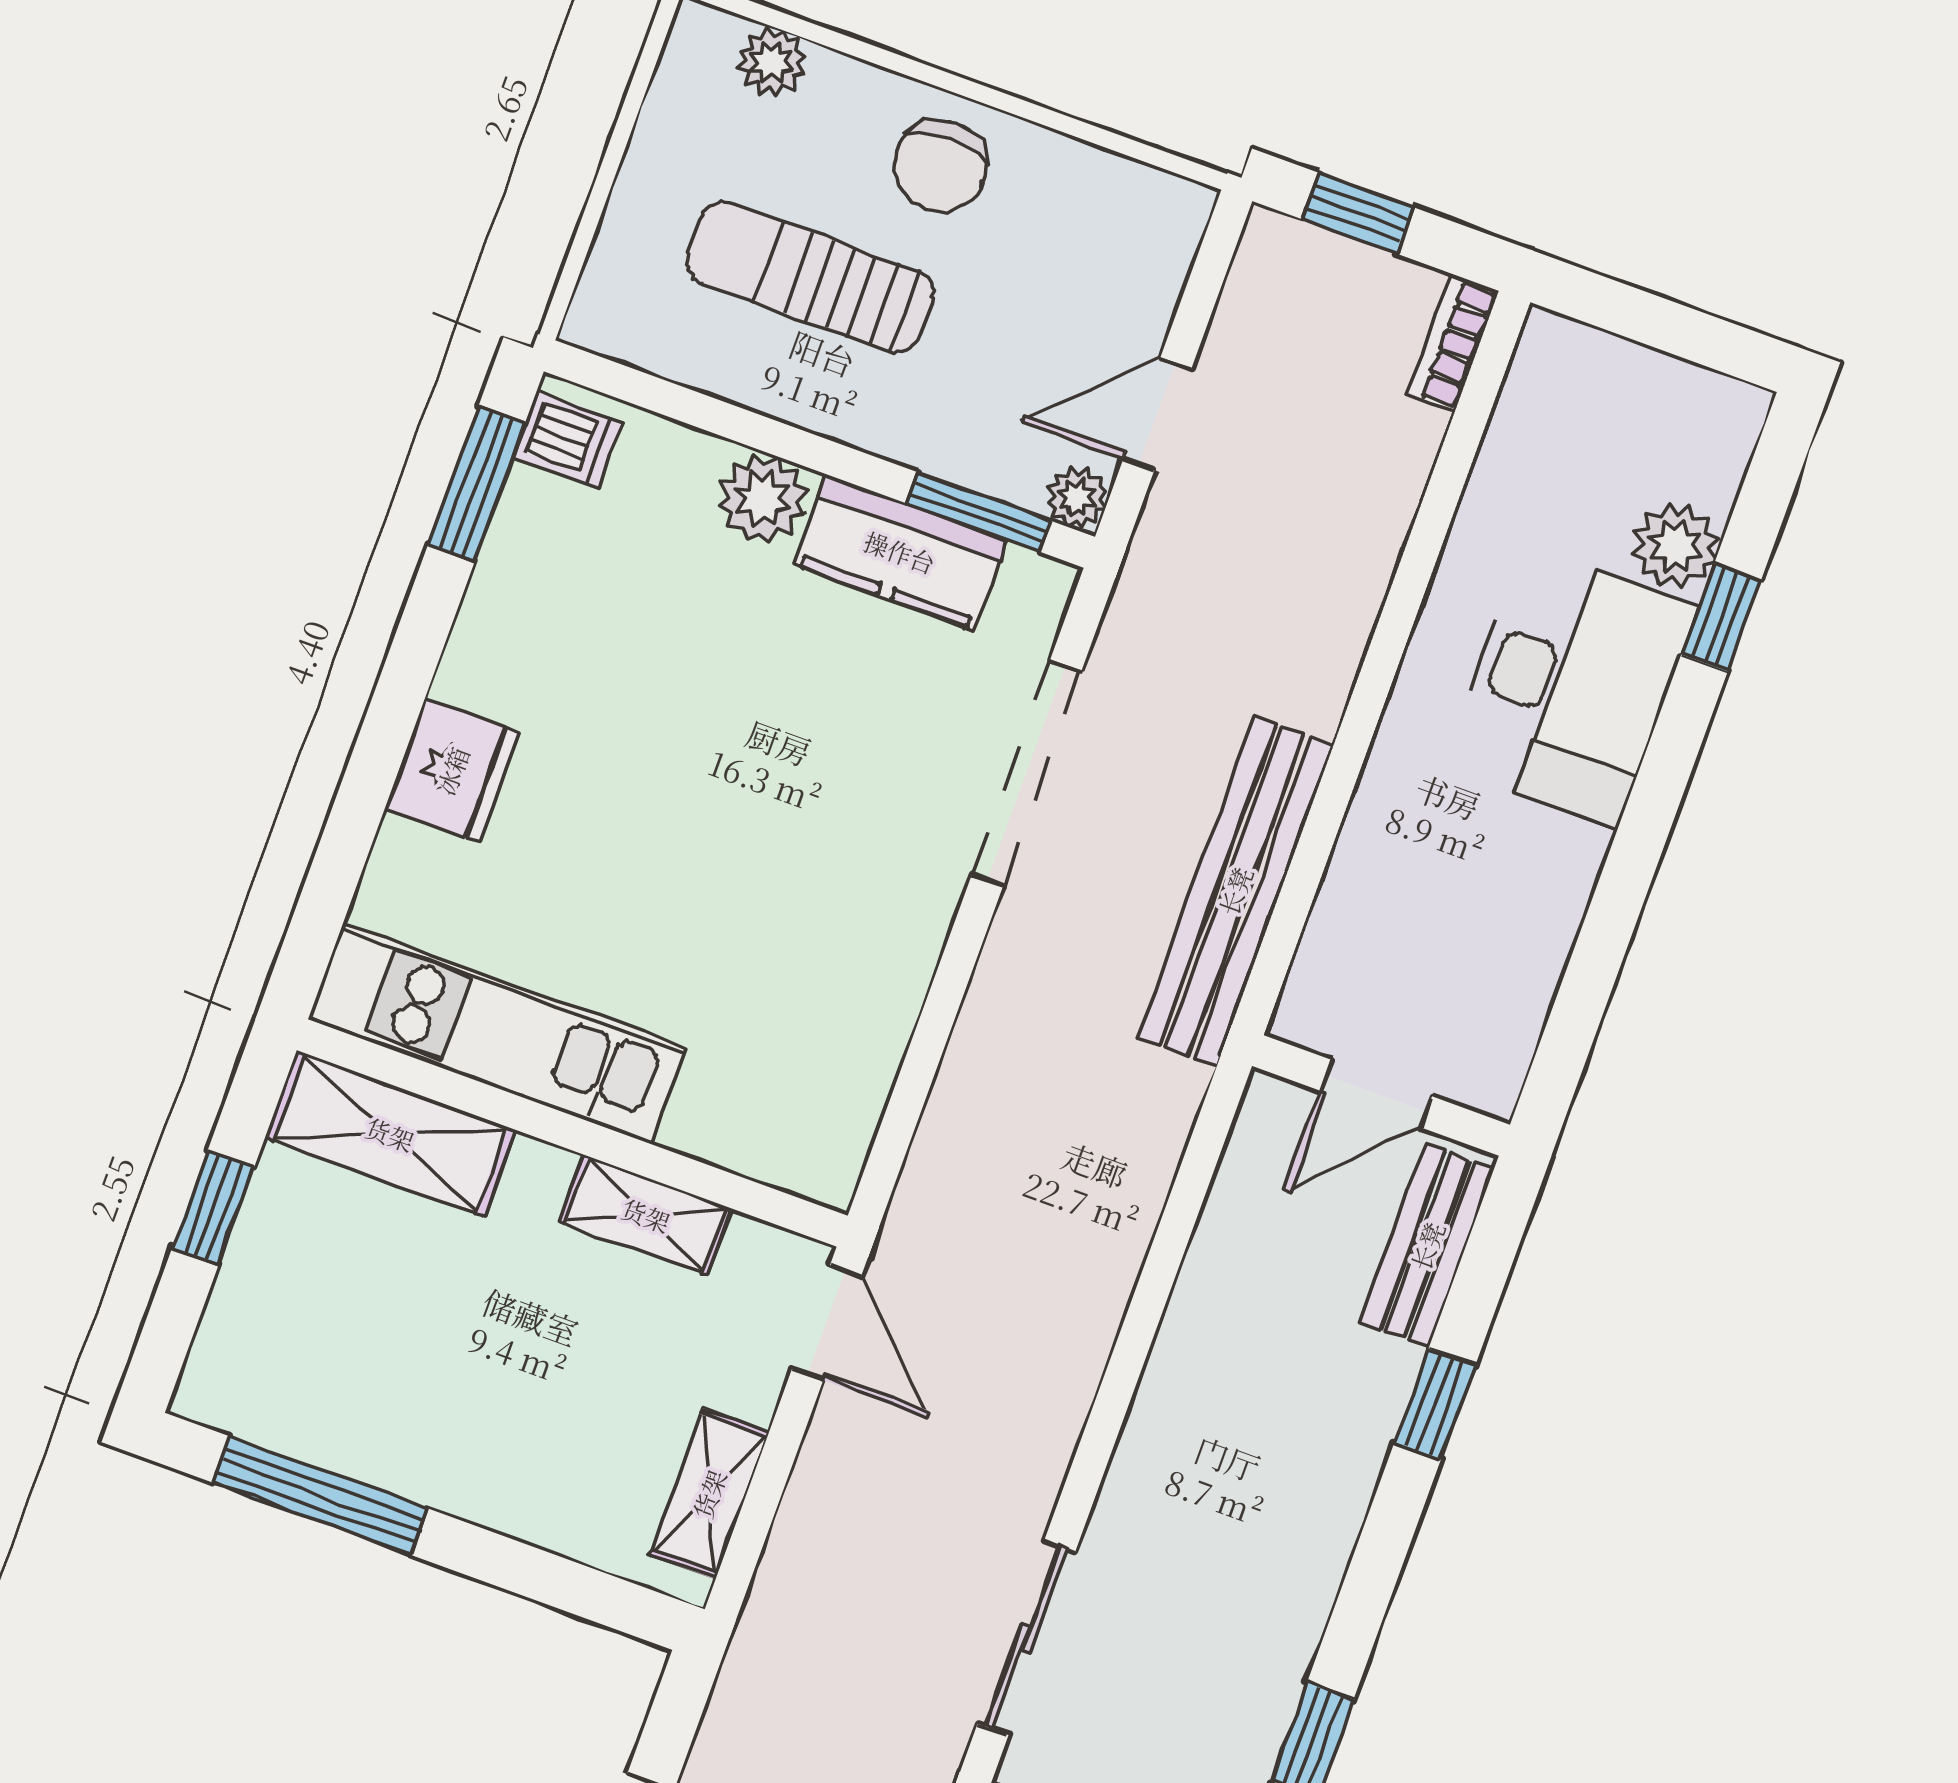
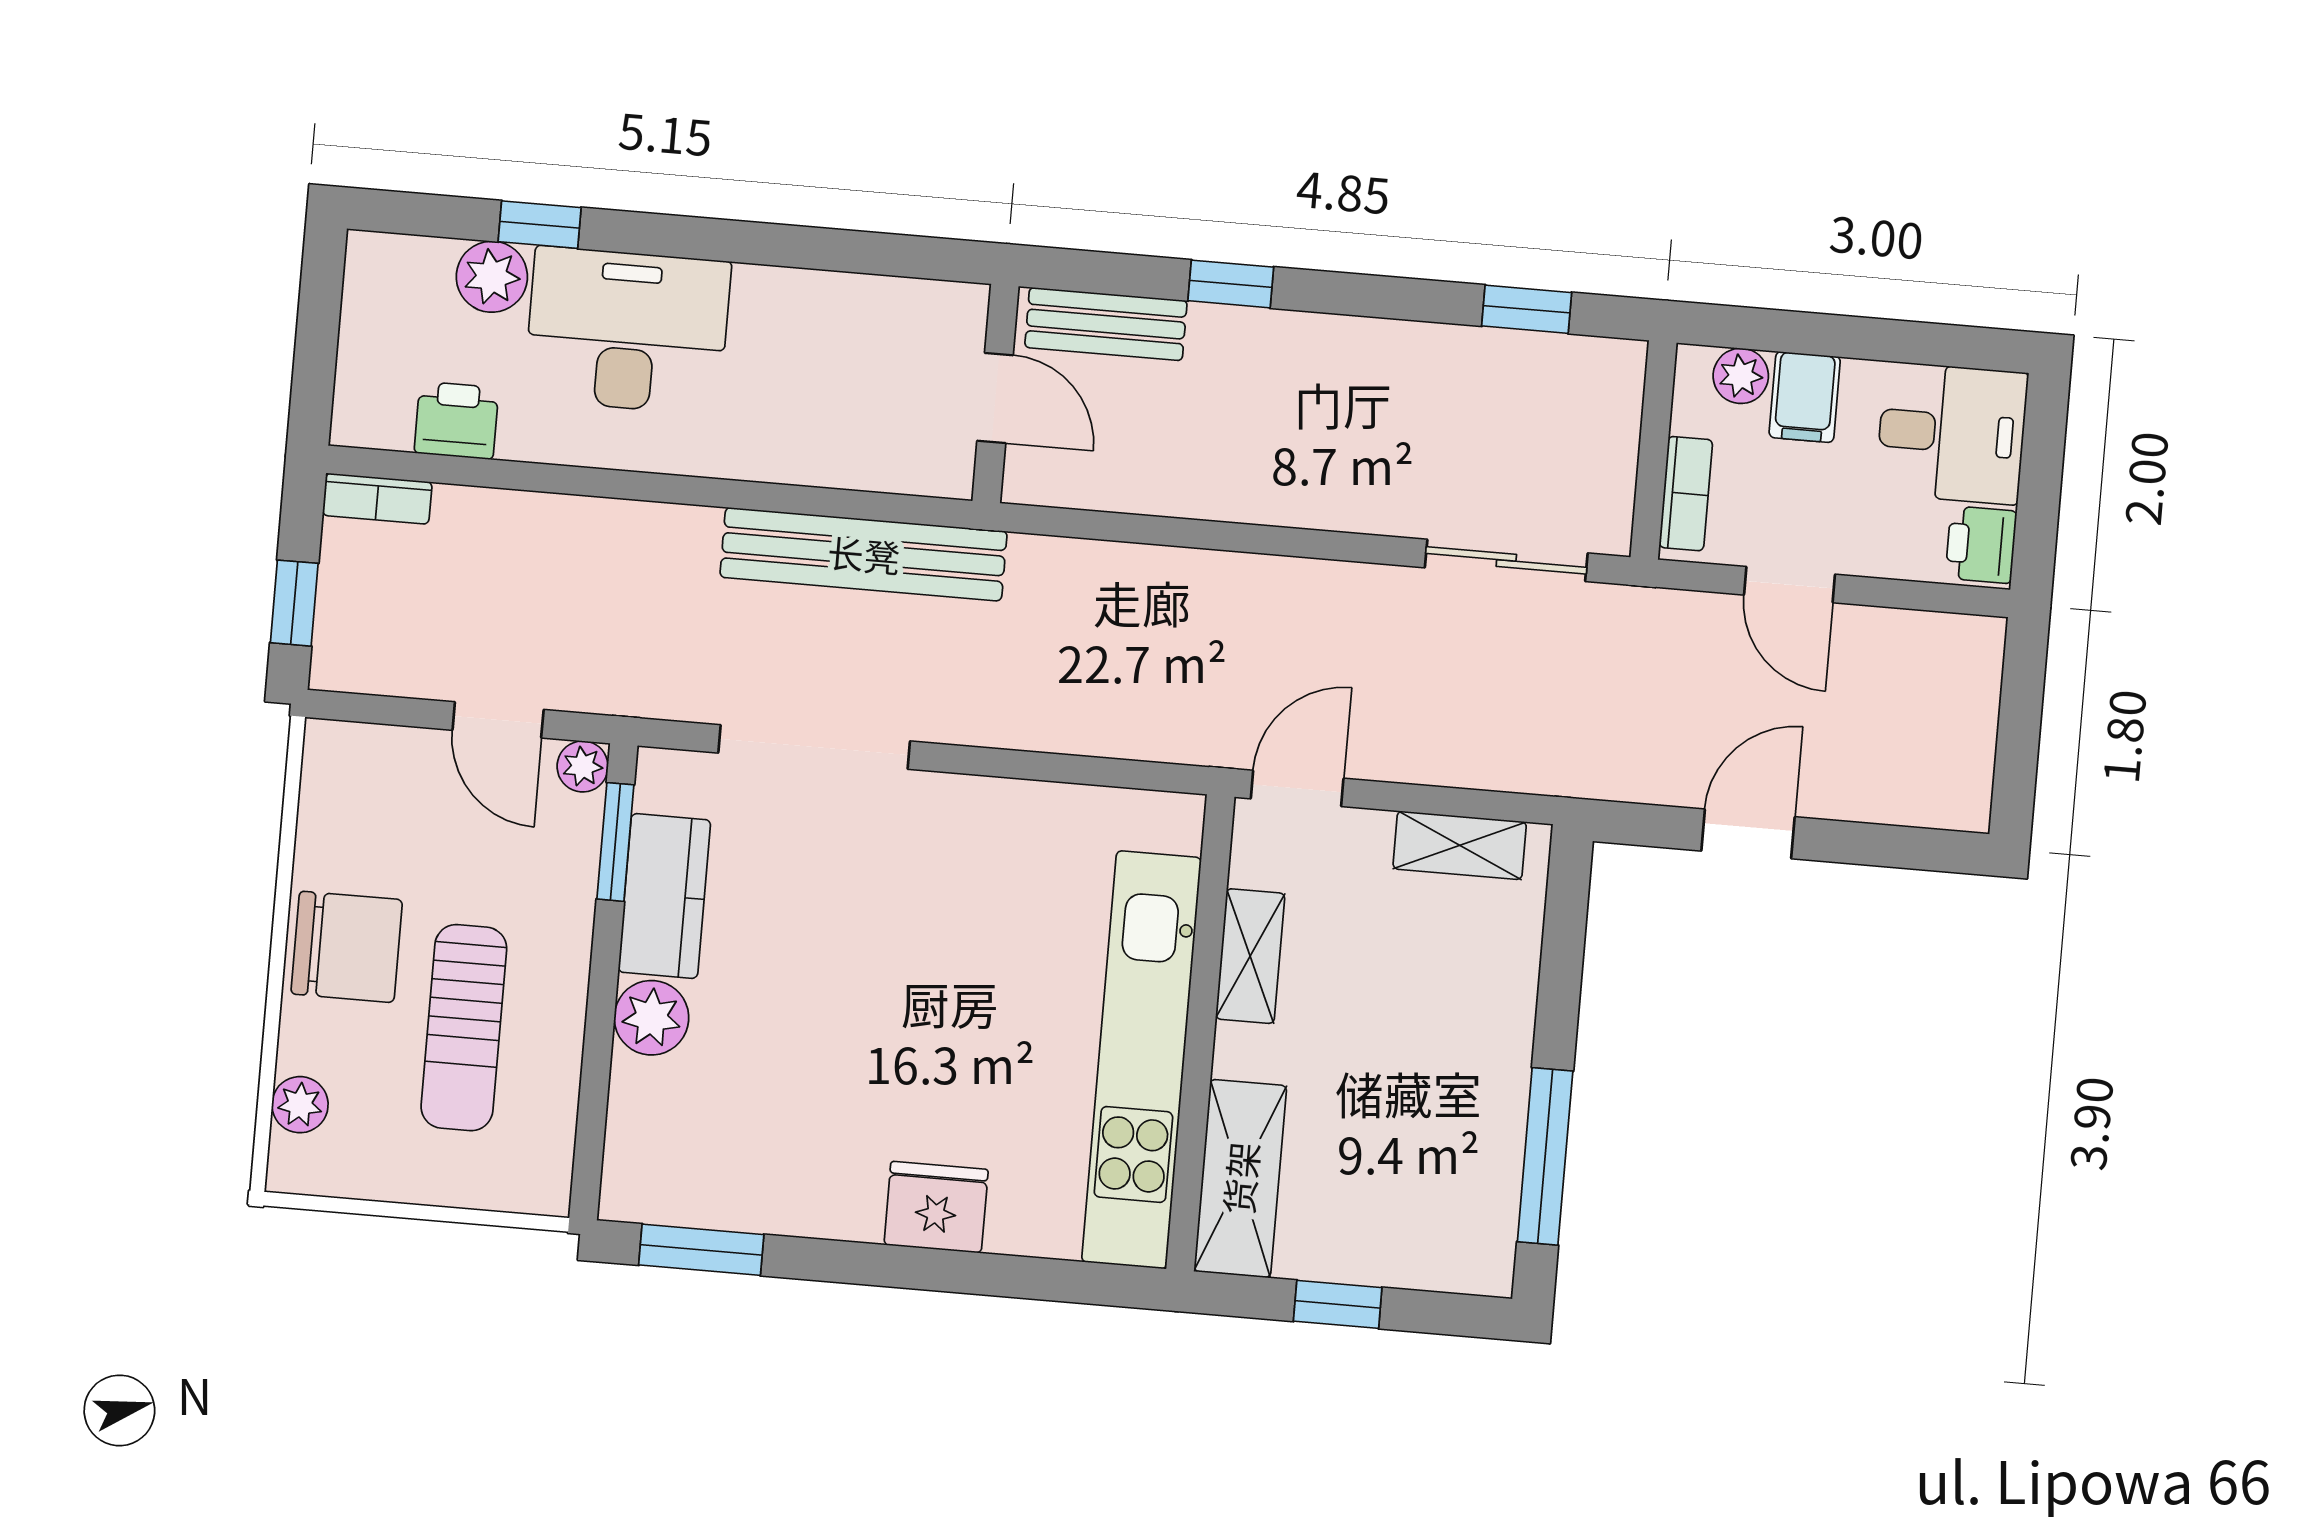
chair: (941, 166) -> (347, 947), width x1.37, depth x1.37
dishwasher: (568, 439) -> (646, 1187), removed
printer: (1519, 459) -> (456, 420), added
kitchen unit: (497, 1033) -> (1142, 1060), width x1.36

